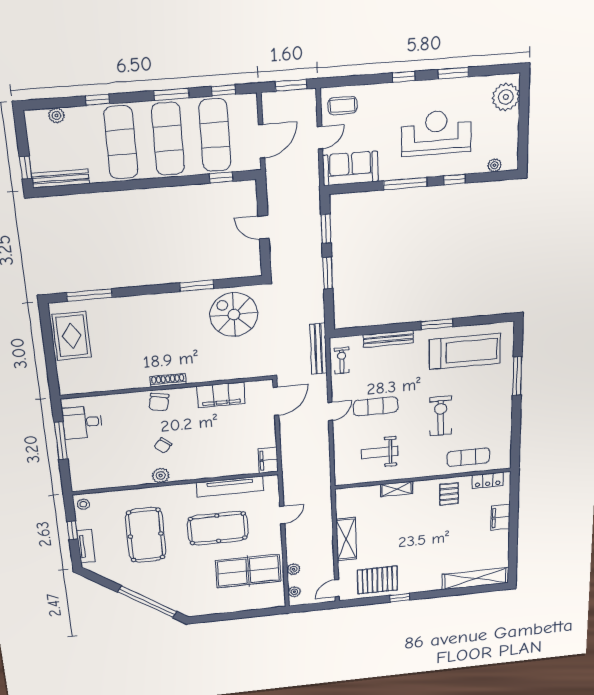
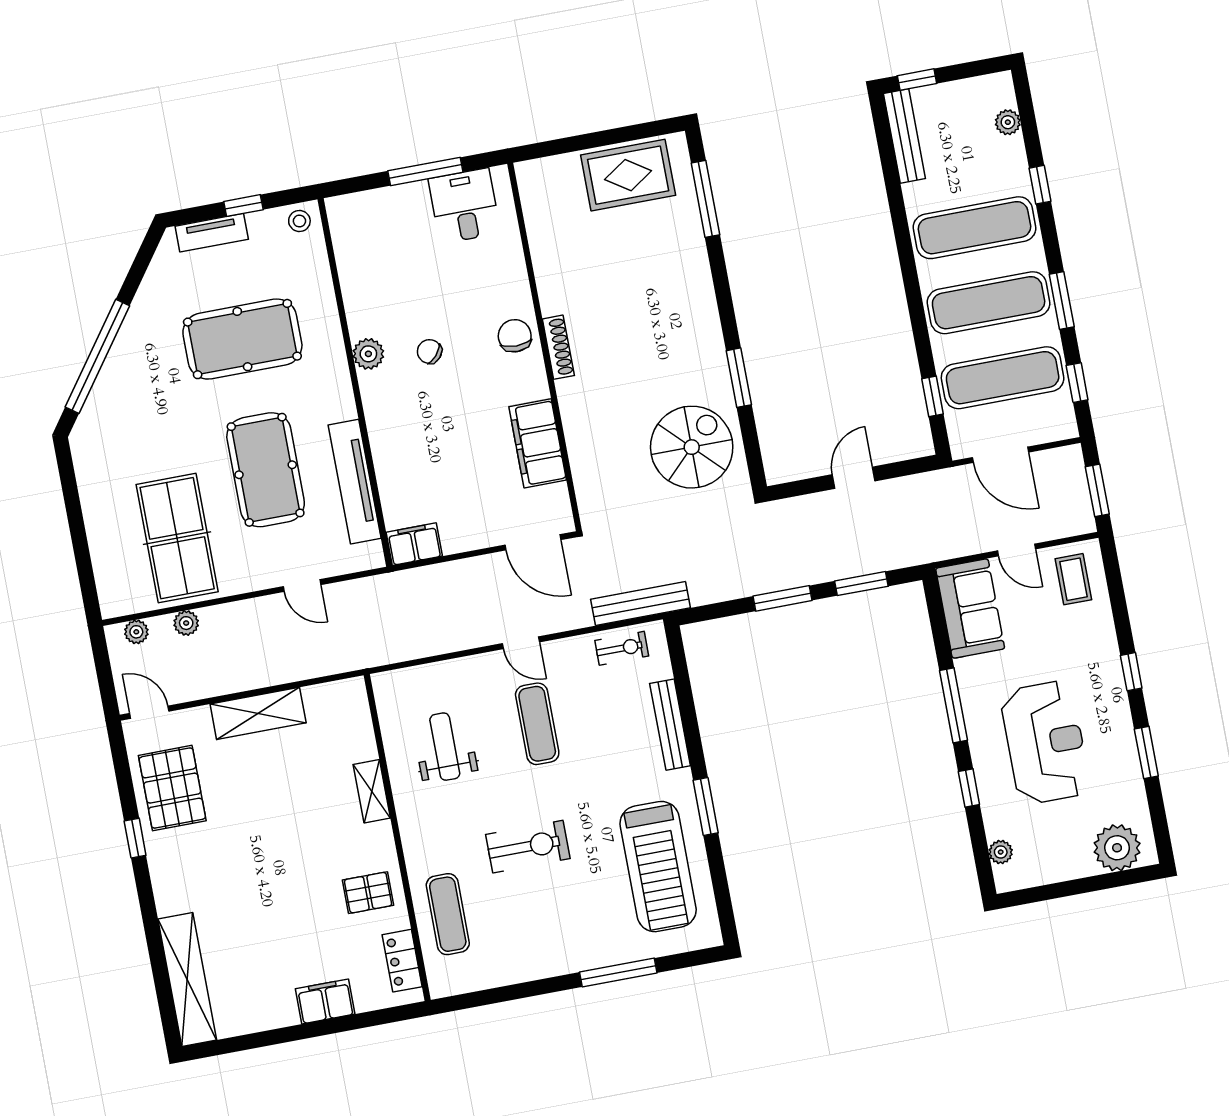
chair: (159, 402) -> (515, 336), turned 79

